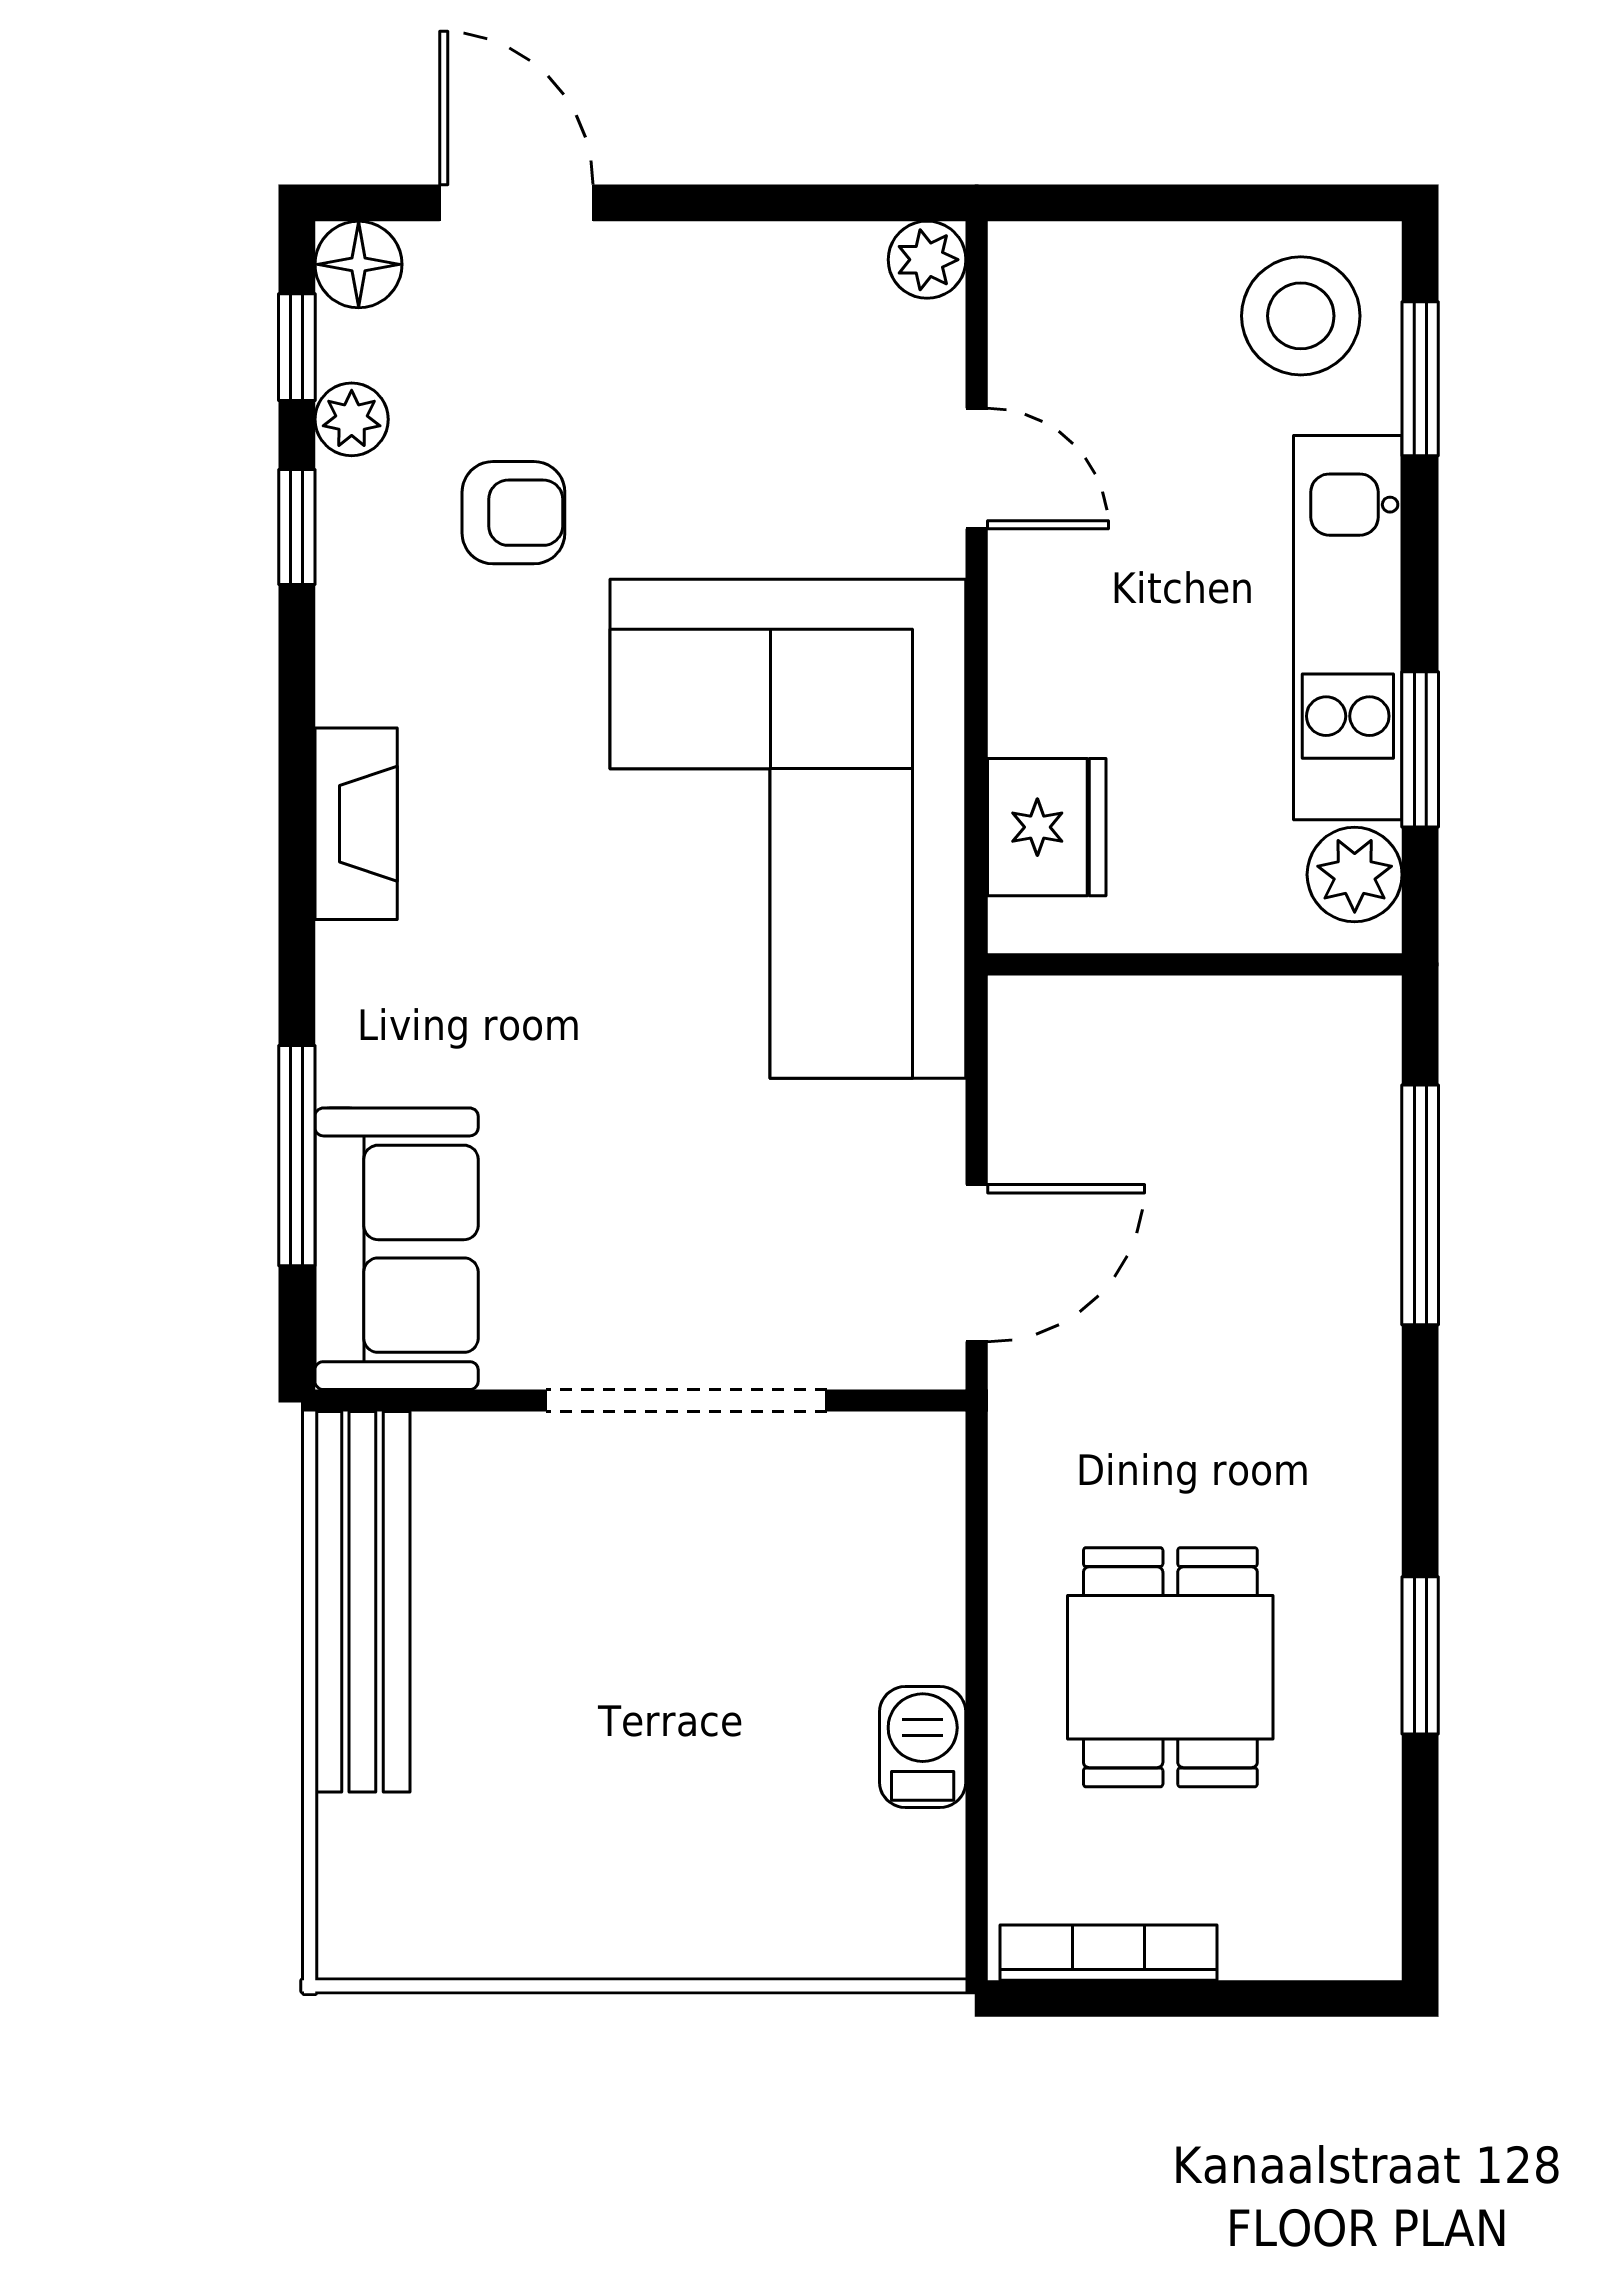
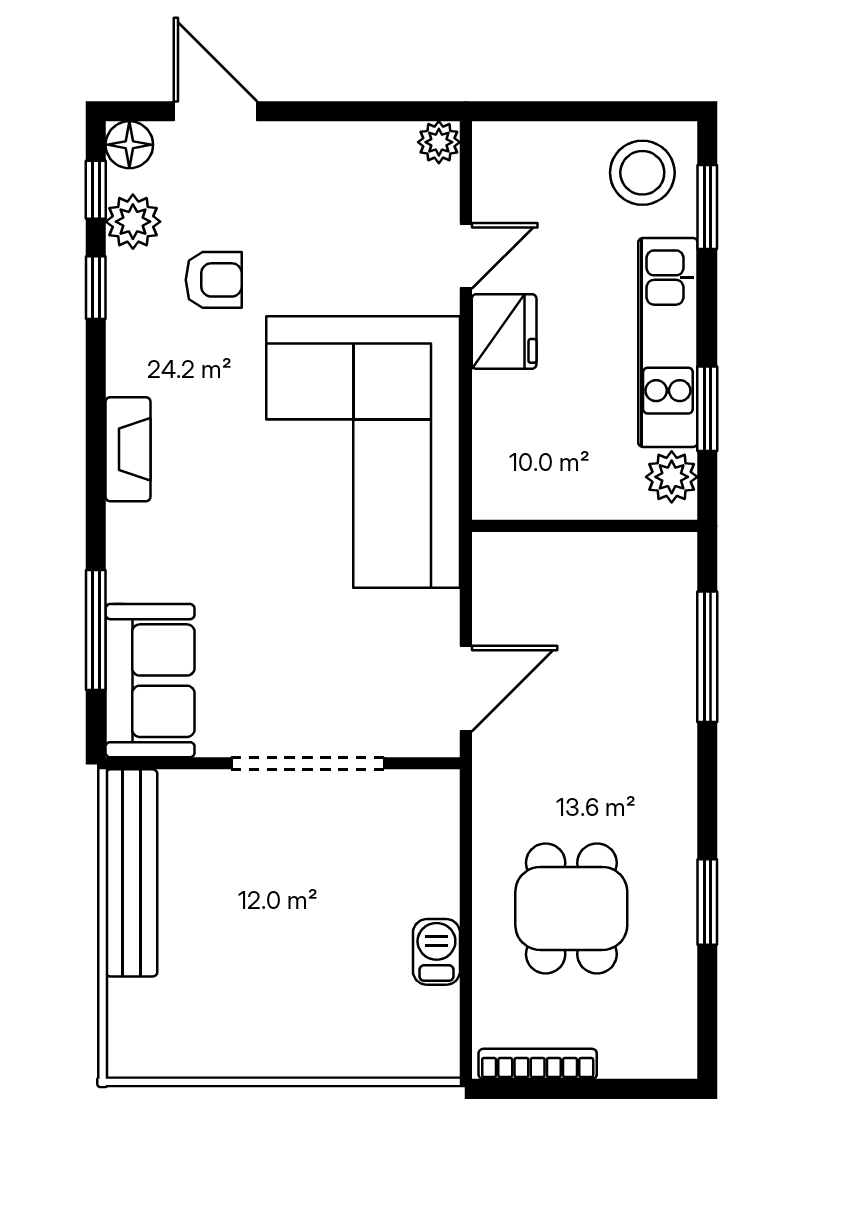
plant: (352, 419) -> (133, 222), width x1.38, depth x1.38
door: (977, 469) -> (466, 256), hinge flipped
fridge: (1047, 827) -> (504, 331), moved

